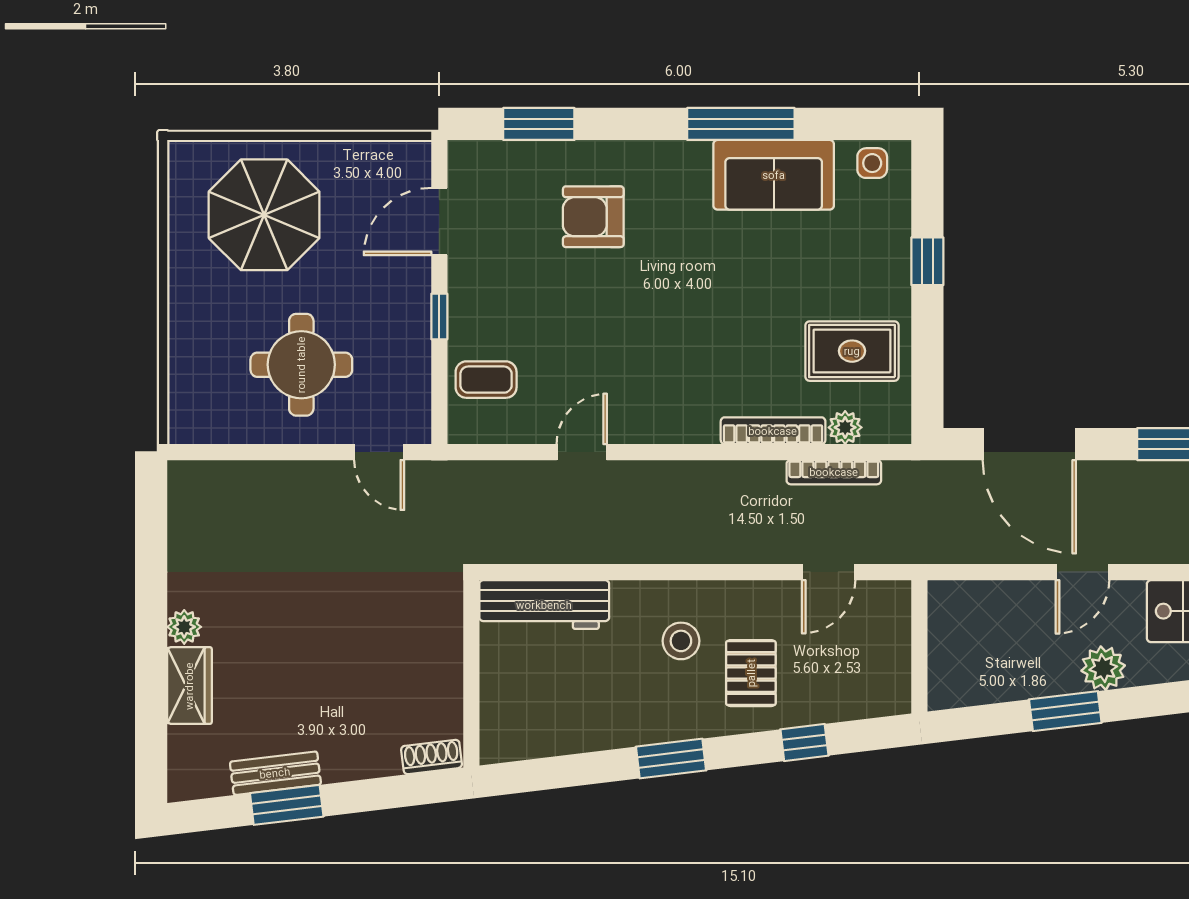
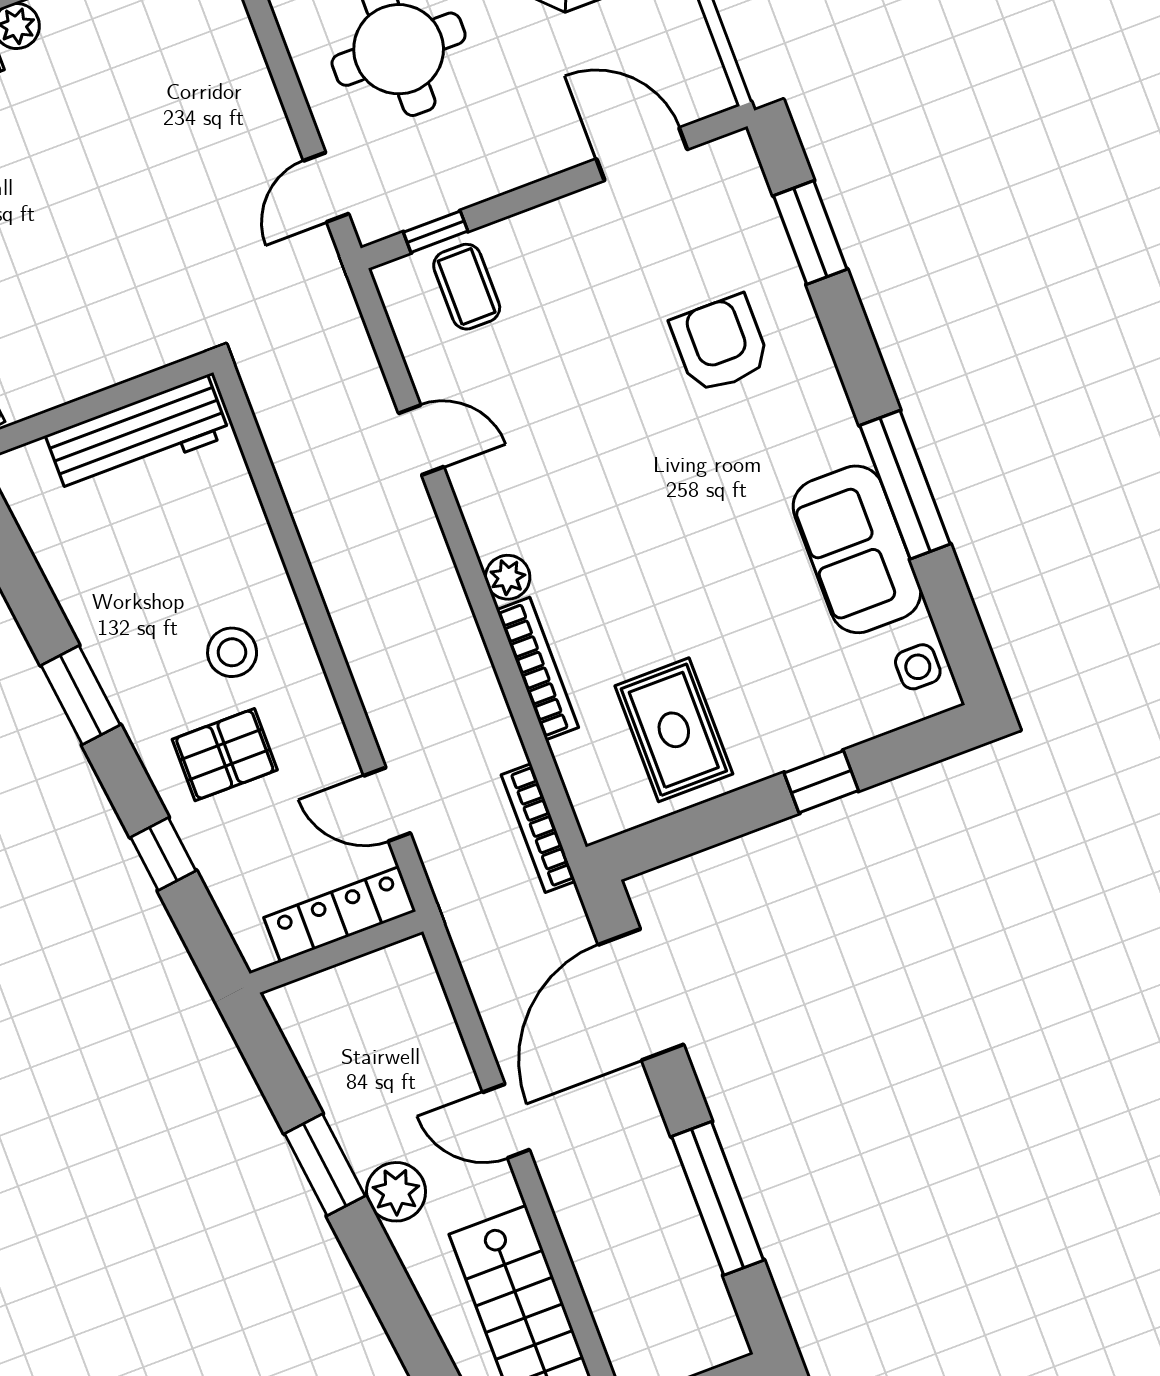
window: (439, 316) -> (436, 232), moved
plant: (845, 427) -> (508, 577), moved
bookcase: (834, 472) -> (538, 828), moved
workbench: (544, 605) -> (138, 435), moved, turned -90
locker: (893, 634) -> (340, 914), added

